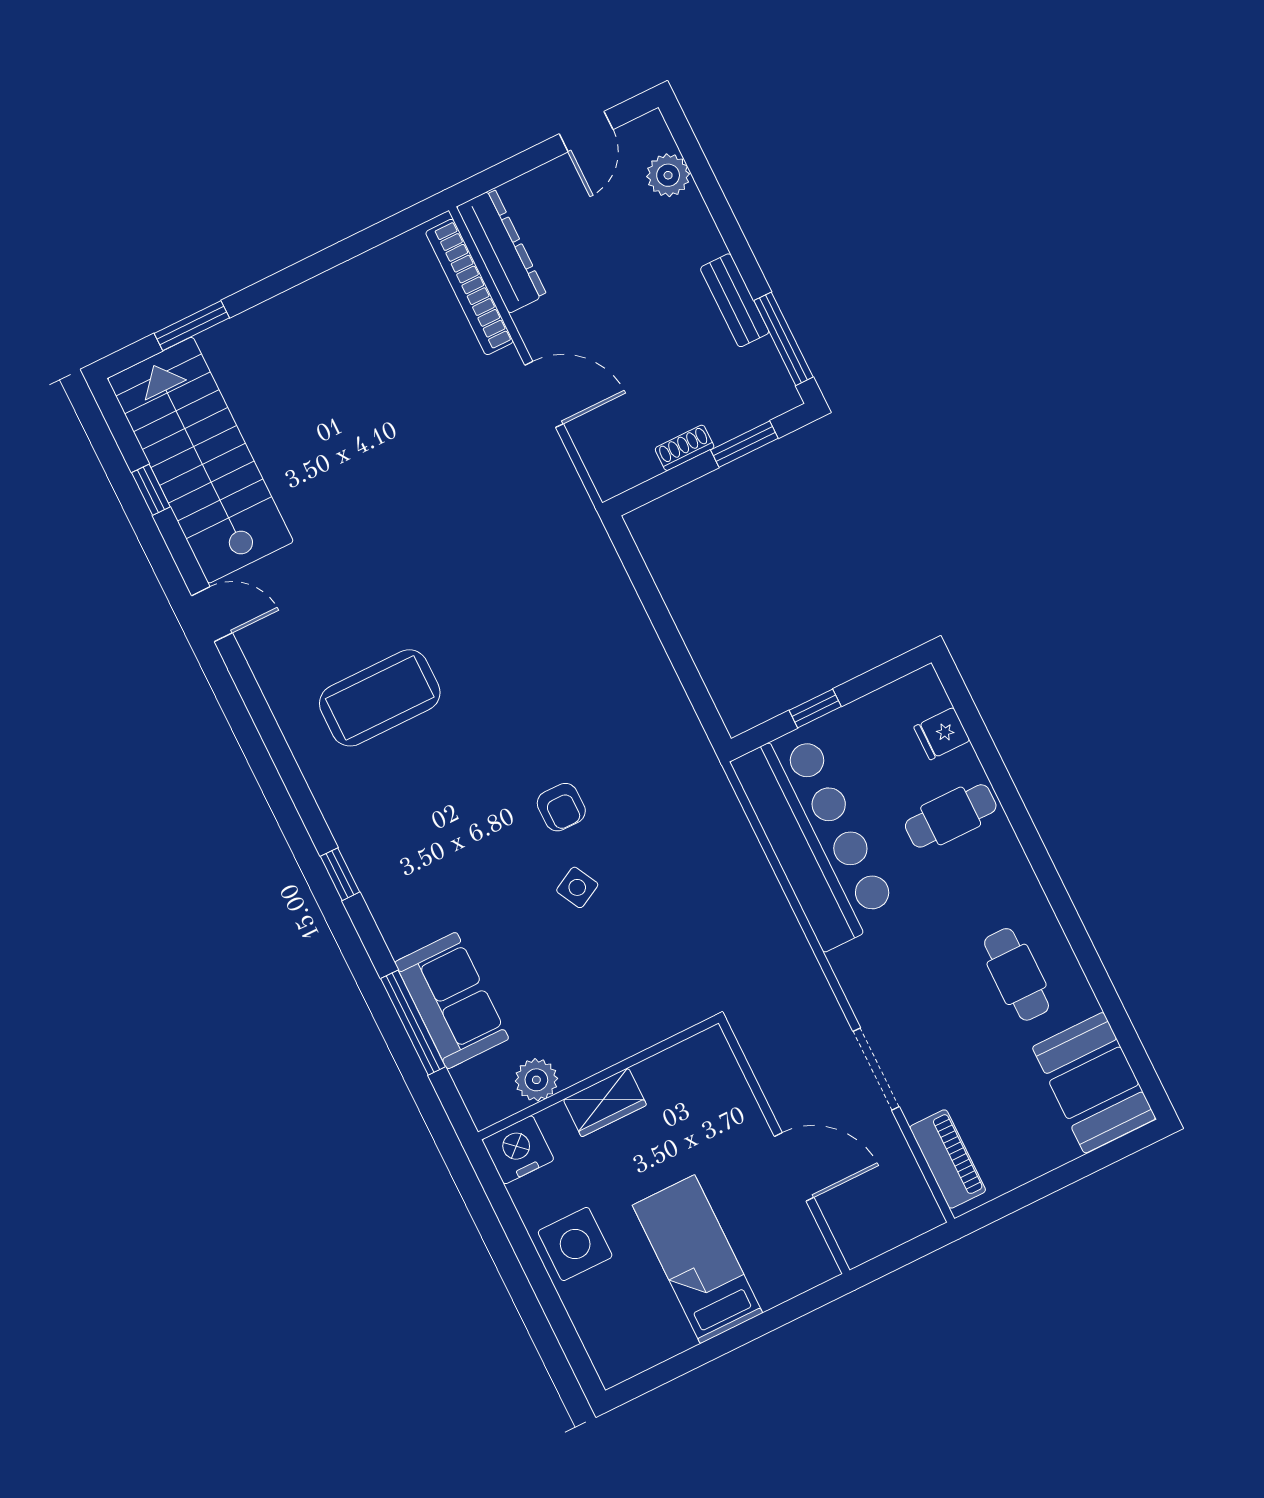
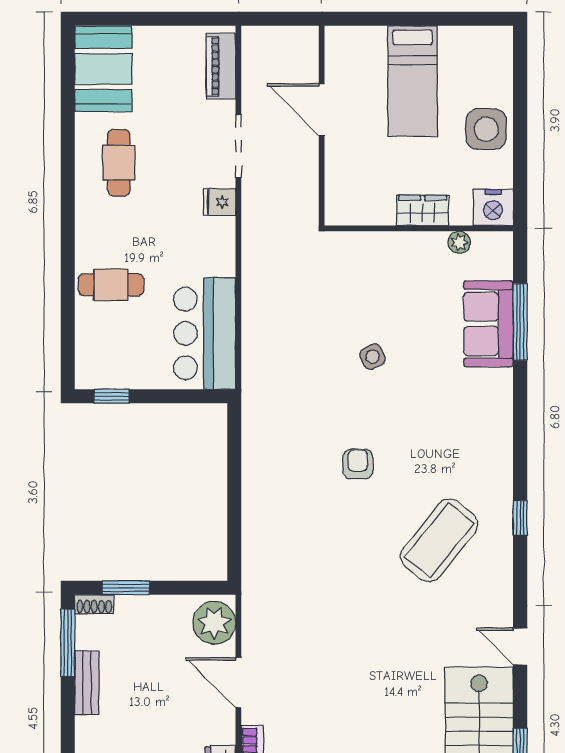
shoe rack: (685, 448) -> (94, 604), moved
plant: (612, 455) -> (214, 623), added
coffee table: (380, 698) -> (439, 540), turned -51
window: (815, 708) -> (112, 396), moved
fridge: (942, 734) -> (220, 202), moved, turned 180
armchair: (561, 807) -> (358, 464), moved
bar counter: (815, 838) -> (205, 333), width x0.73
window: (340, 874) -> (520, 518), moved
plant: (536, 1080) -> (459, 242), width x0.73, depth x0.73

